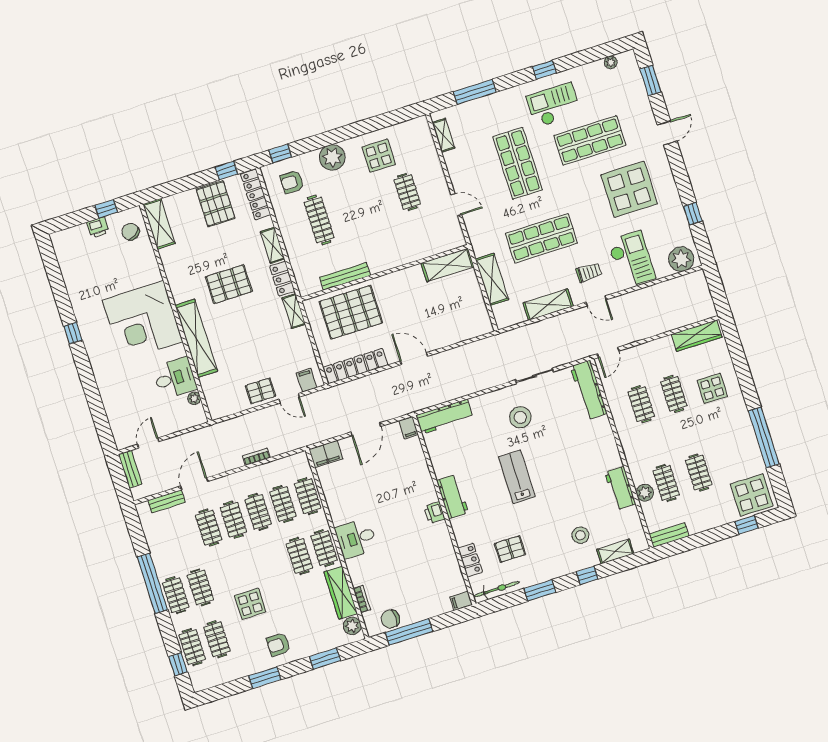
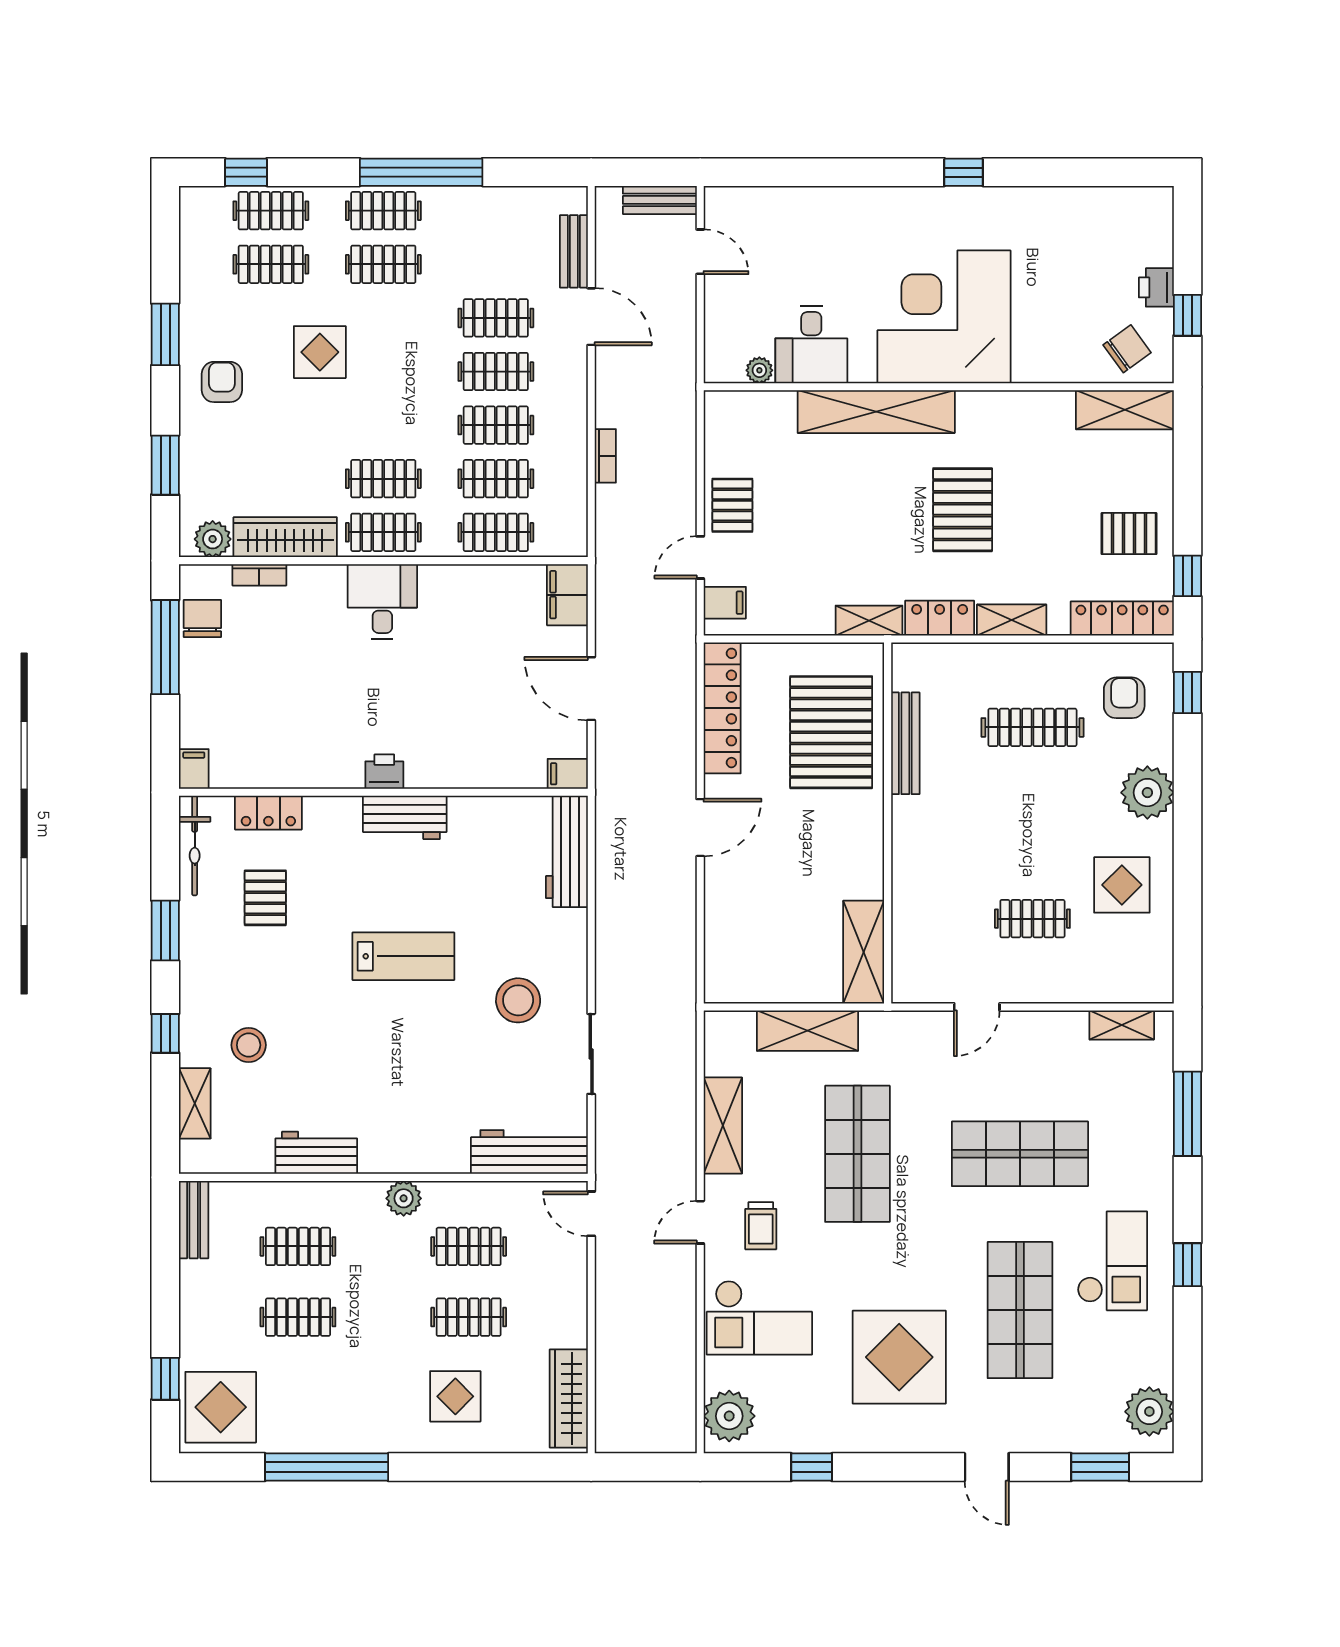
plant: (611, 62) -> (1149, 1412), width x1.88, depth x1.88
pallet: (215, 204) -> (1129, 534), width x0.67, depth x0.71
plant: (645, 493) -> (404, 1198), moved

